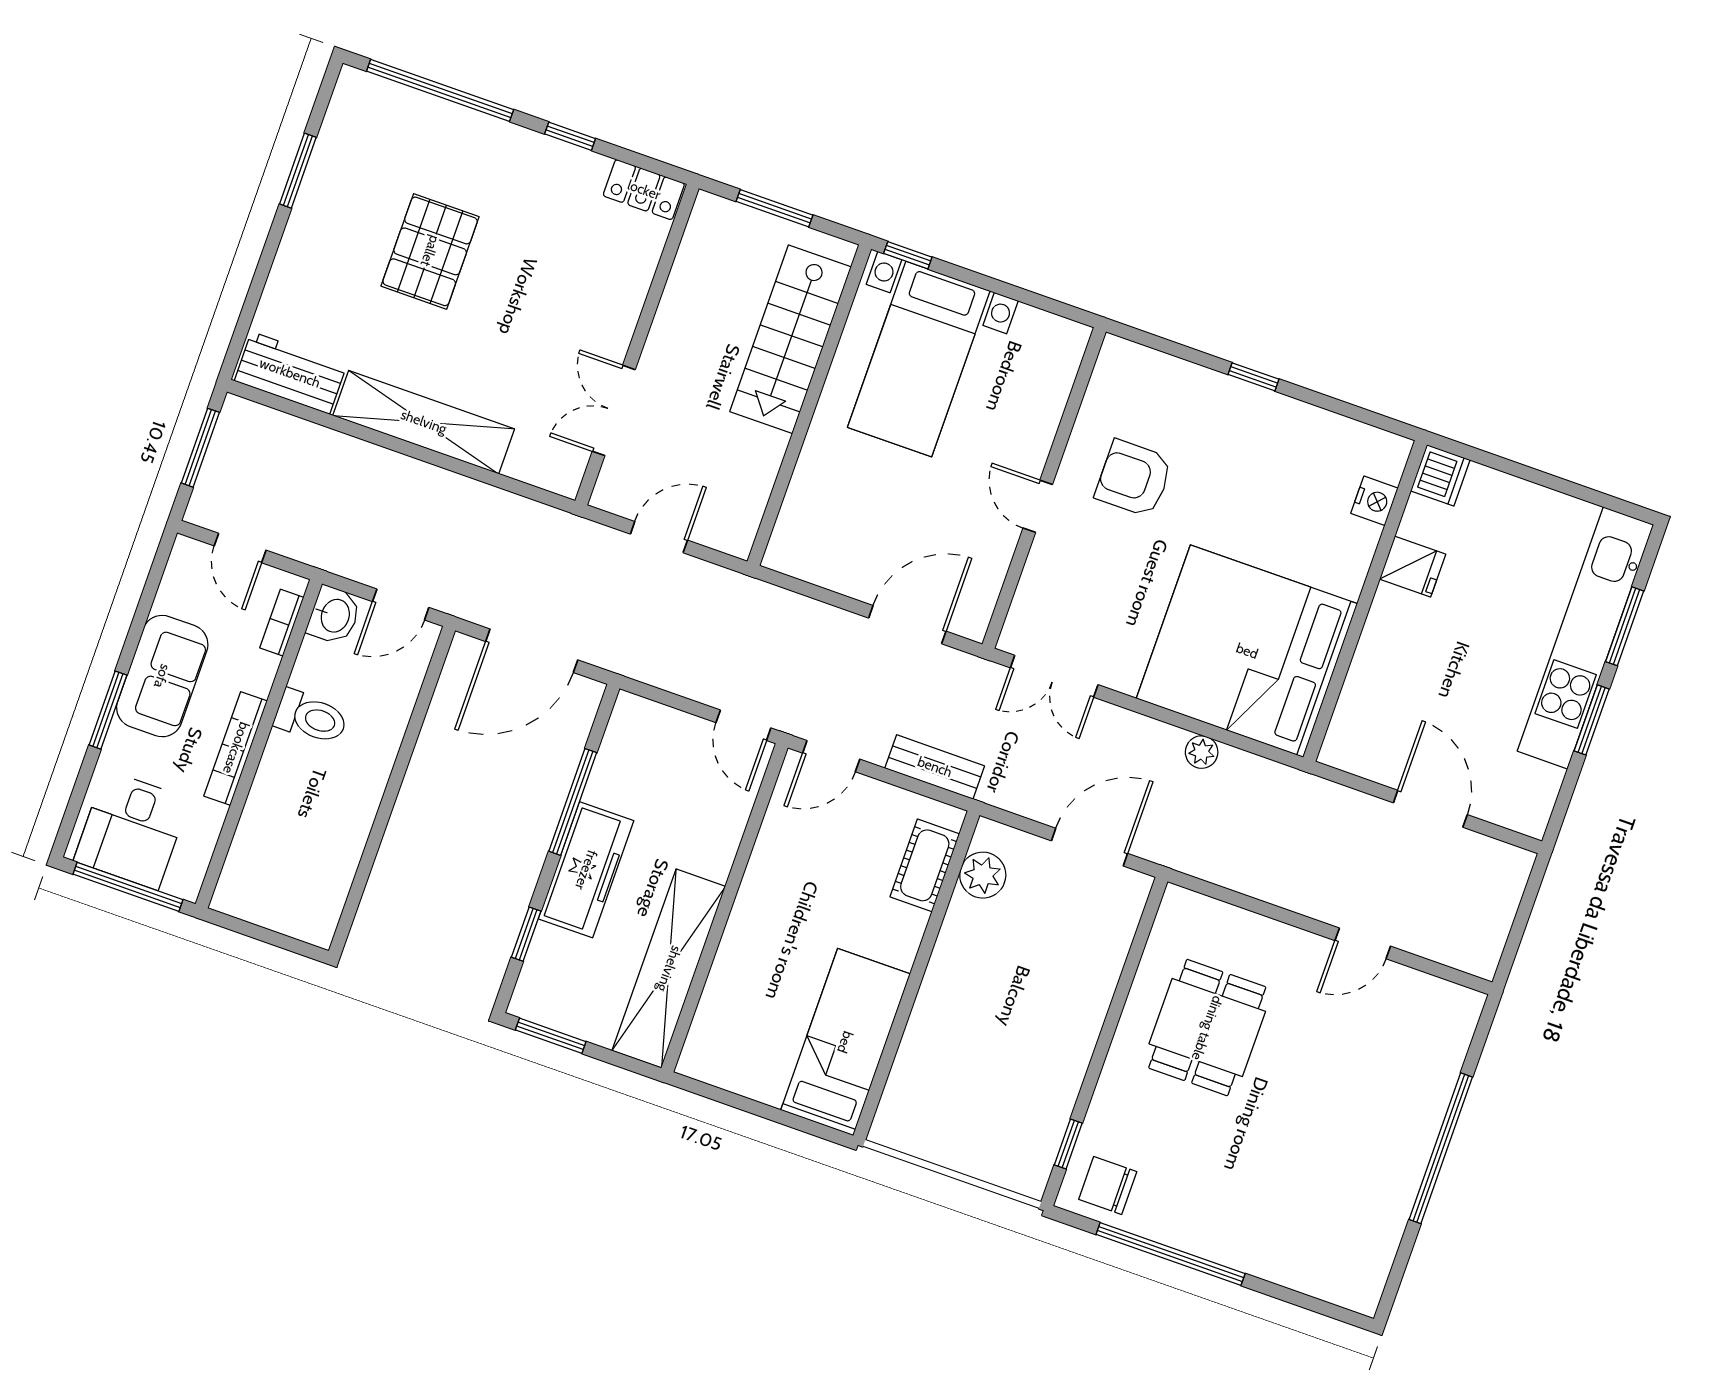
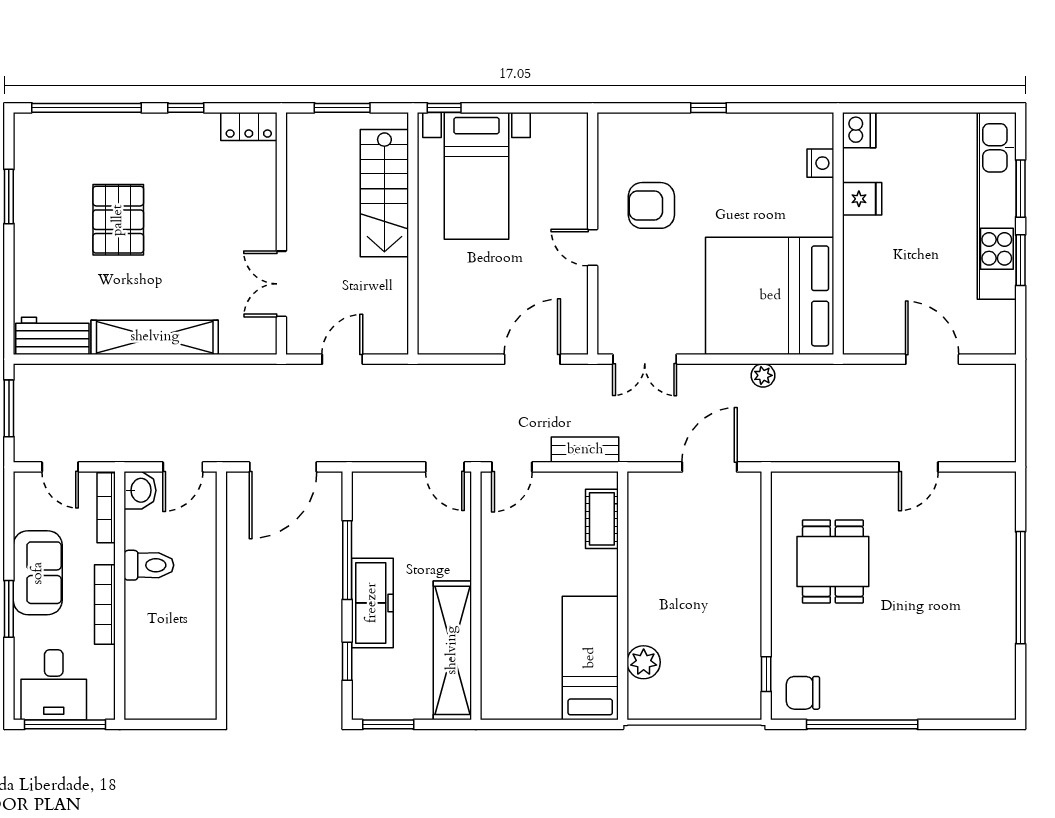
bookcase: (282, 623) -> (106, 508), width x1.56
plant: (983, 875) -> (644, 662), moved

